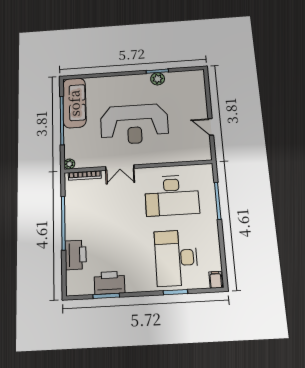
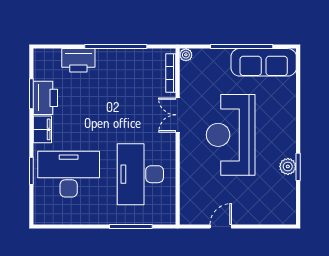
filing cabinet: (216, 280) -> (42, 129), moved, width x2.00

